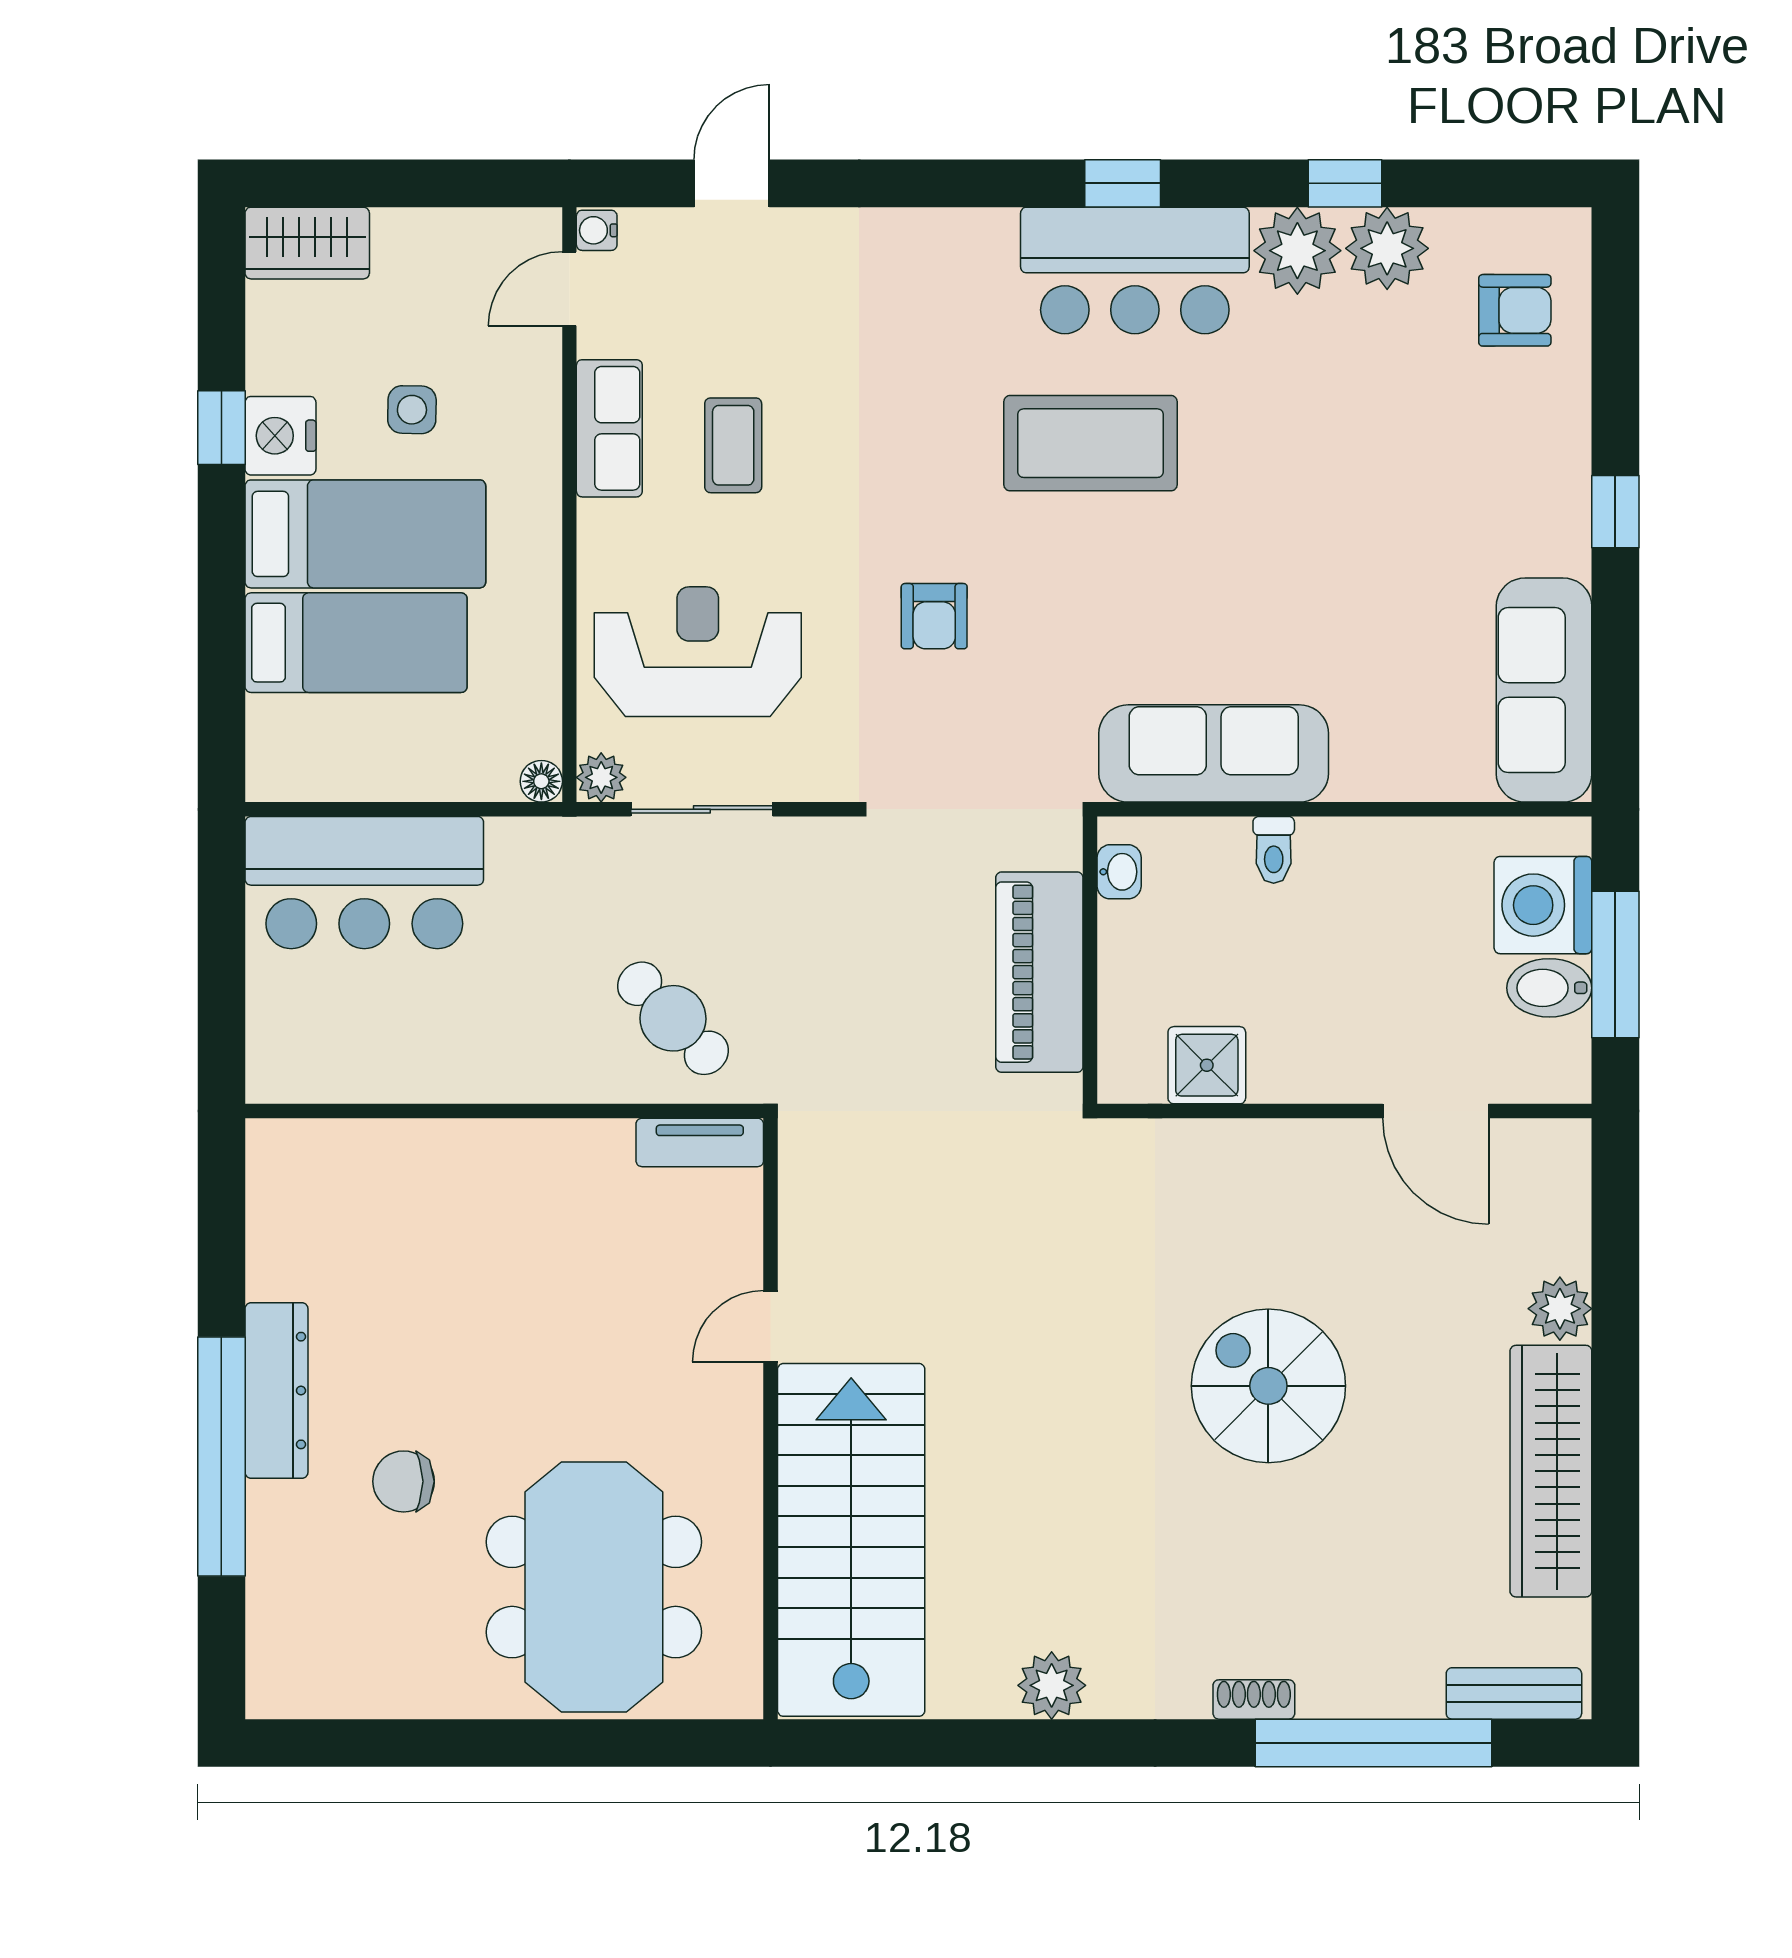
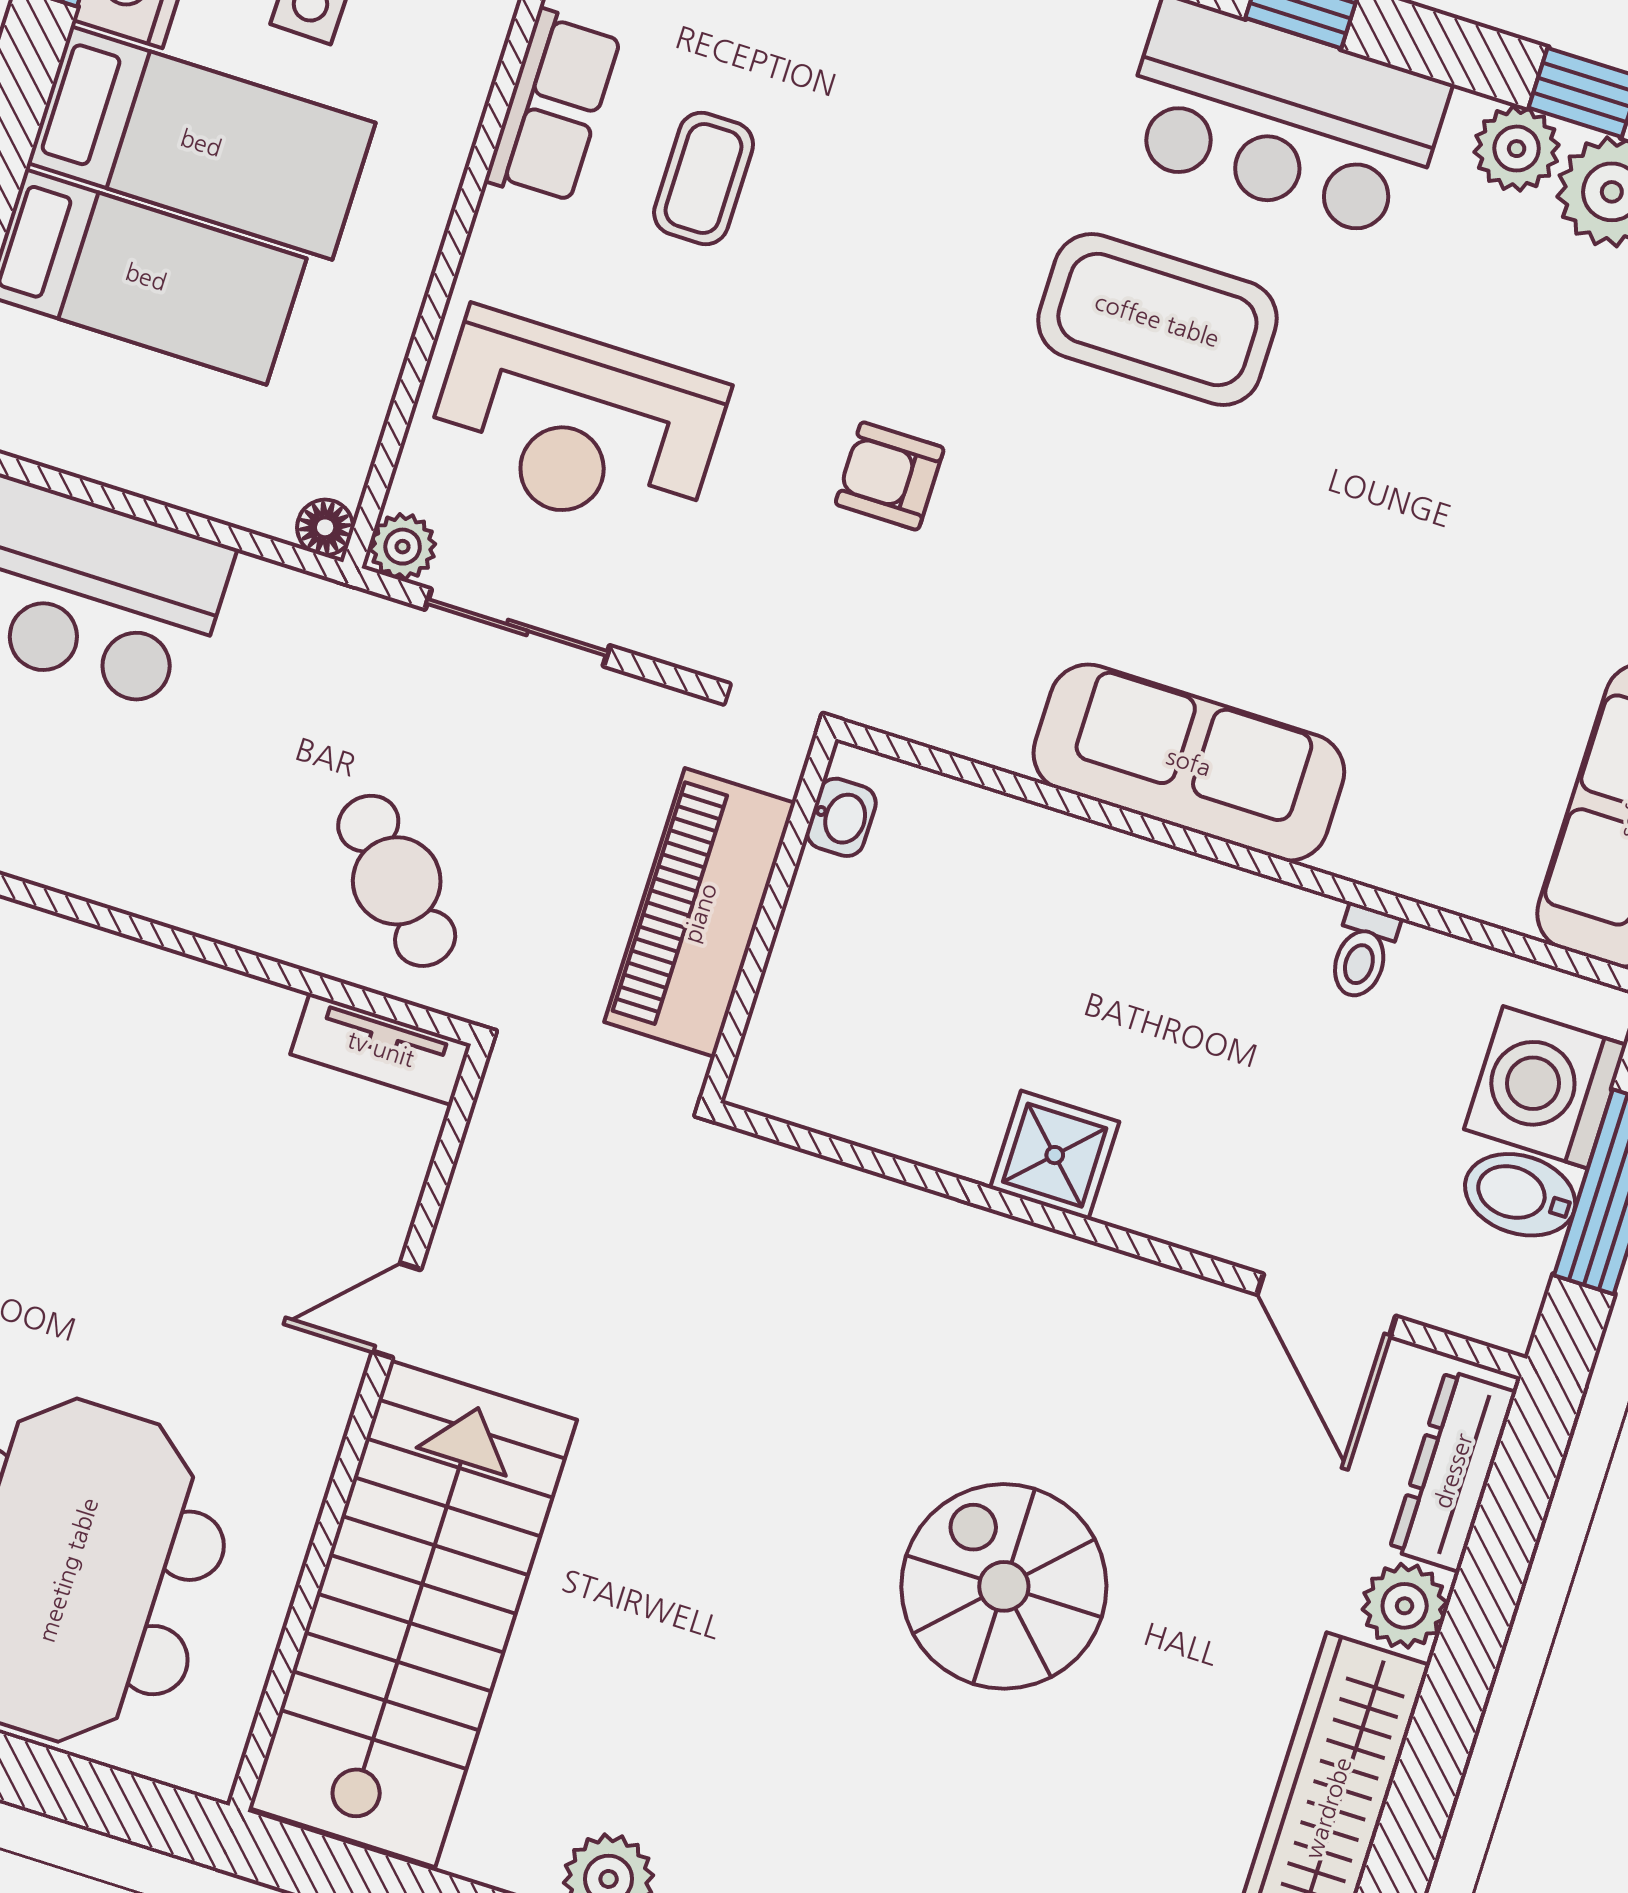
plant: (1297, 251) -> (1517, 149), width x0.73, depth x0.73
armchair: (934, 616) -> (890, 476), turned 90
reception desk: (698, 652) -> (576, 426), turned 180
toilet: (1274, 850) -> (1363, 952), moved
washbasin: (1119, 872) -> (841, 817), moved
wall: (1090, 960) -> (769, 918), moved
piano: (1039, 972) -> (700, 913), moved
dresser: (1564, 1201) -> (1453, 1471), added

